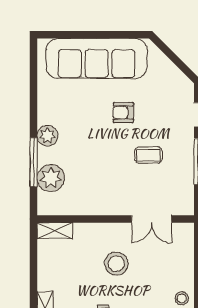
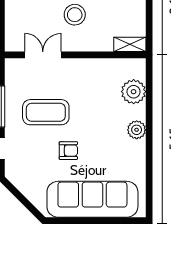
coffee table: (148, 155) -> (46, 112), width x1.86, depth x1.72
window: (34, 162) -> (149, 106), removed

